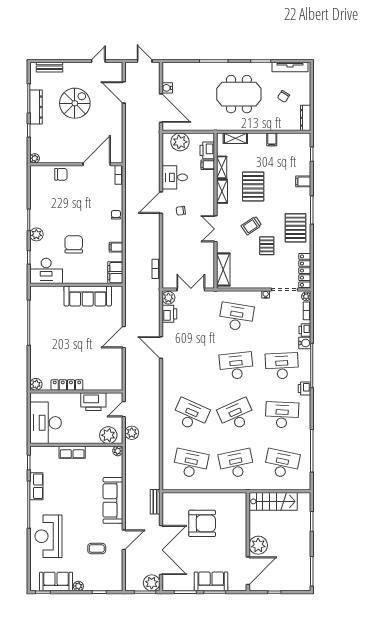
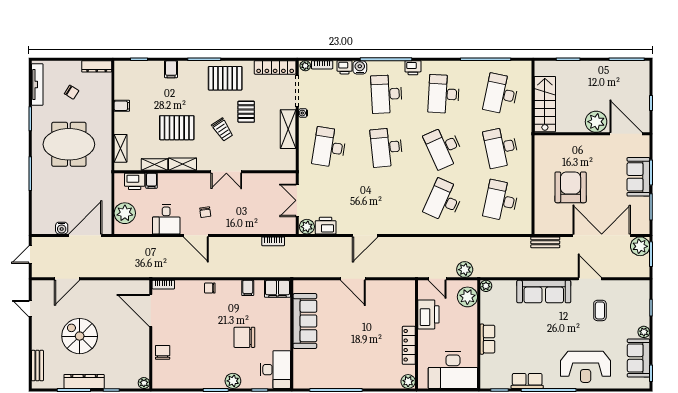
meeting table: (239, 94) -> (69, 144), turned 90
pallet: (267, 246) -> (246, 112), turned 90
shelving: (223, 270) -> (288, 129), moved, turned 90

